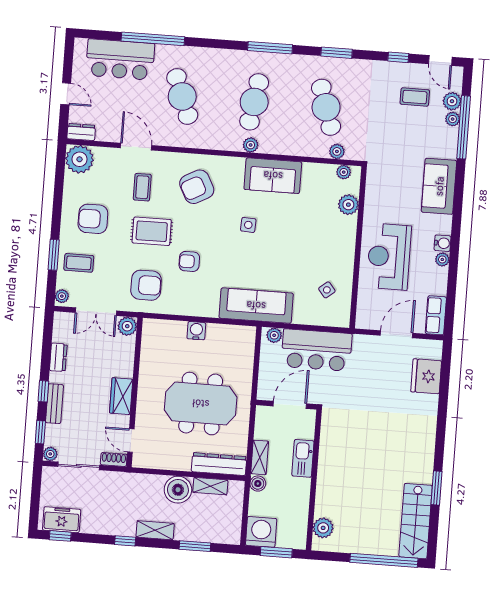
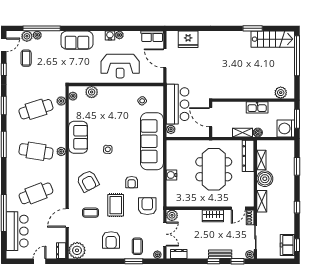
sofa: (256, 306) -> (152, 141), width x1.36, depth x1.27
dresser: (58, 357) -> (179, 254), moved
kitchen sink: (303, 458) -> (257, 107), moved
shelving: (155, 530) -> (262, 201), moved

